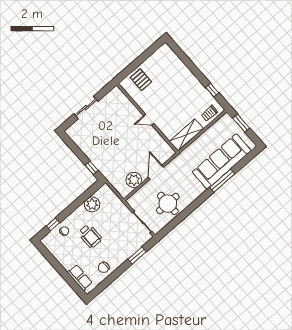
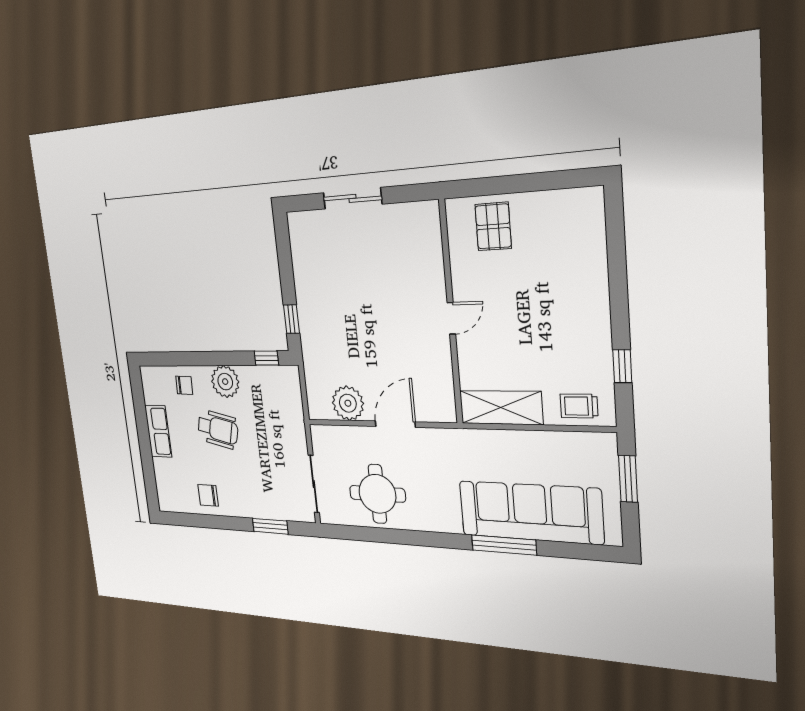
door: (149, 120) -> (451, 318), swing flipped
plant: (92, 204) -> (225, 382), moved
window: (53, 224) -> (266, 358), moved
wheelchair: (90, 236) -> (218, 429), turned -77
row of seats: (80, 278) -> (158, 431), moved

